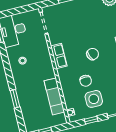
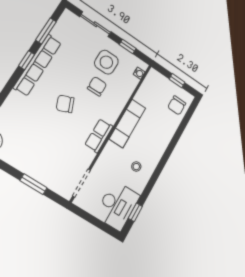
exam couch: (54, 96) -> (127, 123), moved
window: (15, 99) -> (176, 138), removed
chair: (32, 117) -> (177, 105), added

